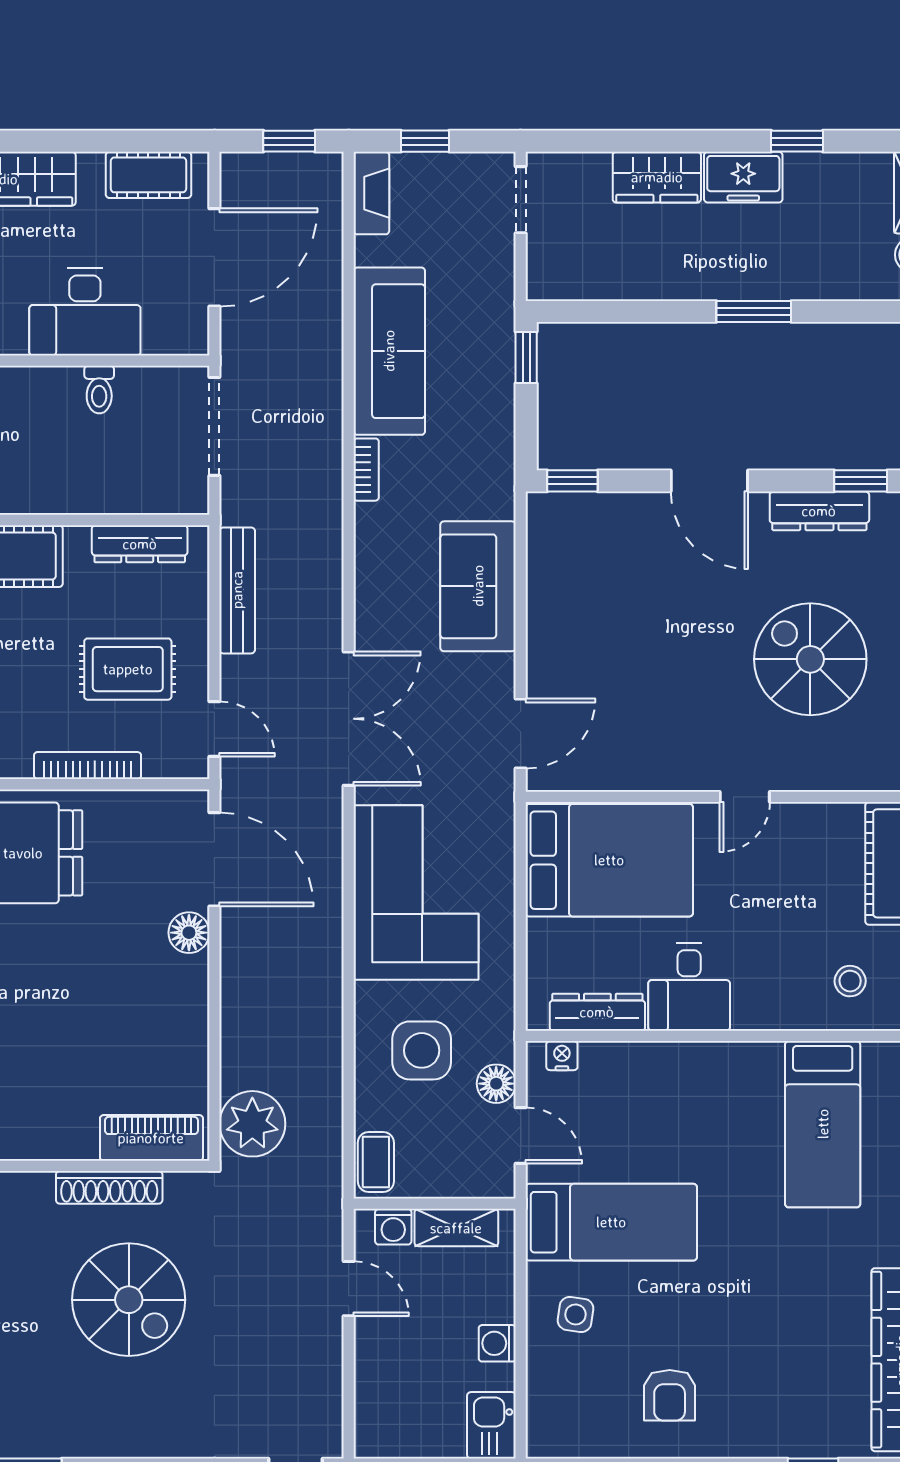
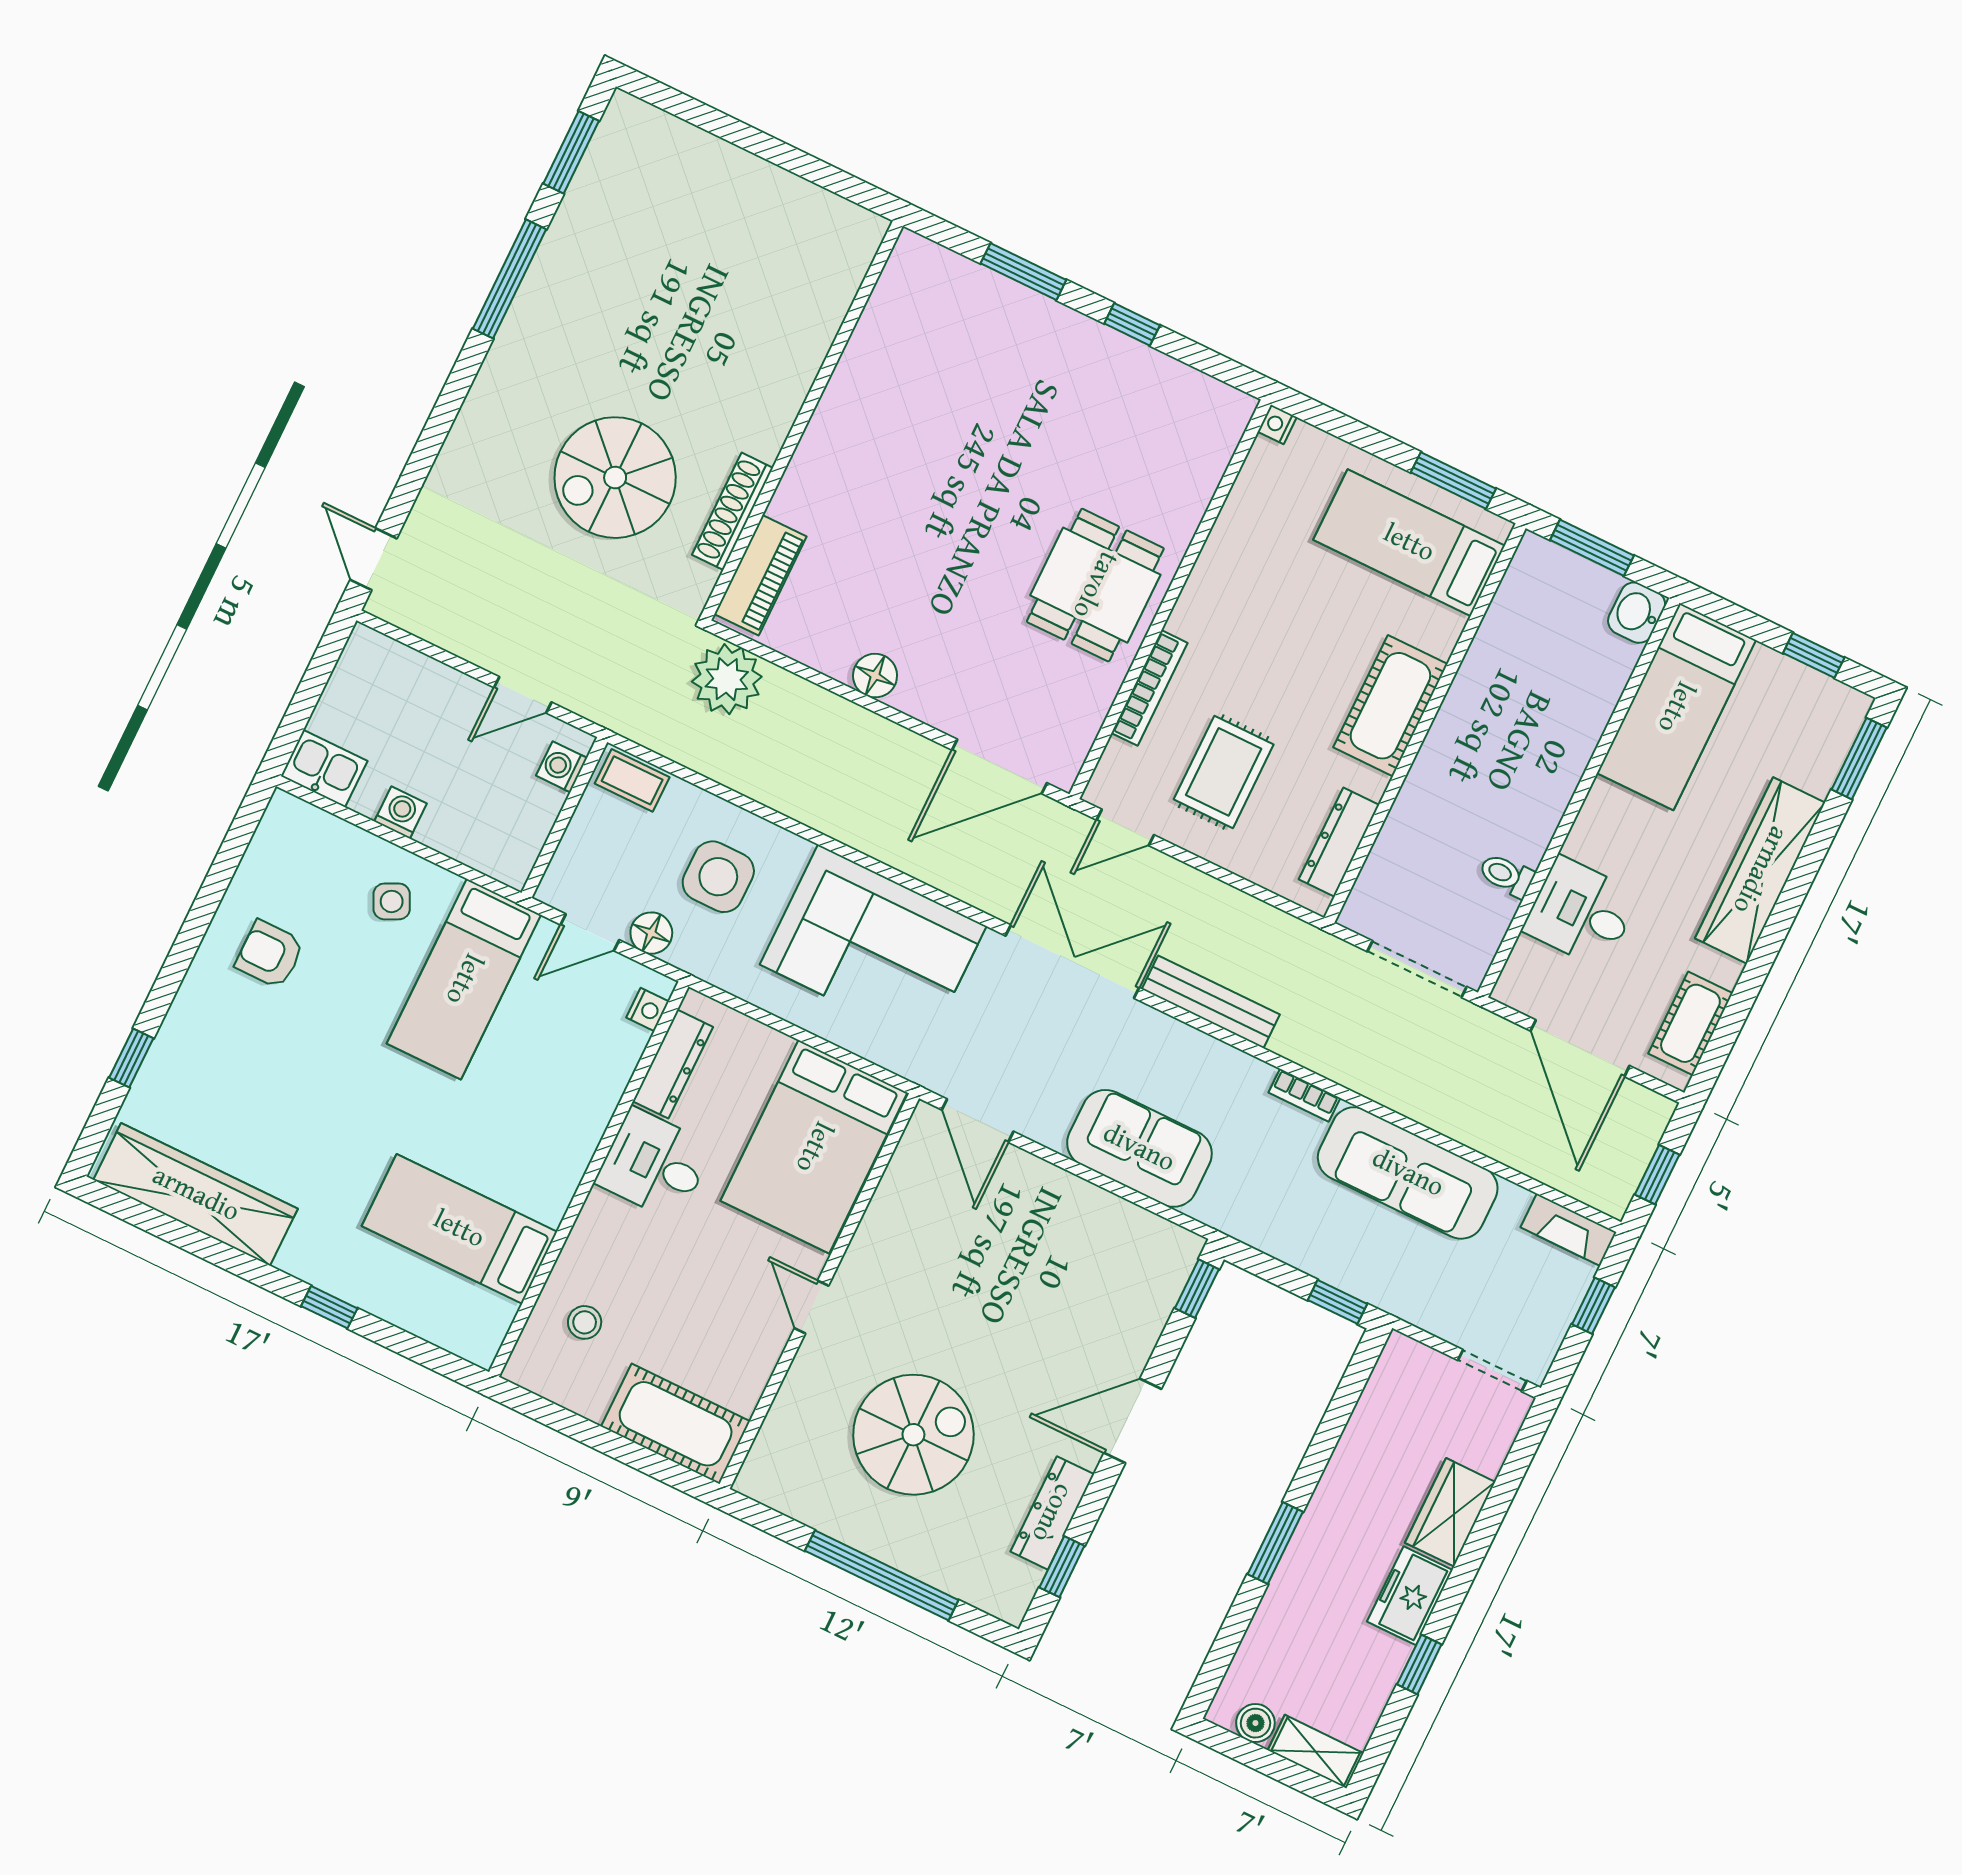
desk: (85, 312) -> (1581, 912), width x0.73
bench: (237, 590) -> (1211, 1002), moved
double door: (349, 719) -> (1072, 962), swing flipped
floor lamp: (189, 933) -> (875, 676), moved
shelving: (456, 1228) -> (531, 827), removed
side table: (576, 1314) -> (392, 901), turned -34

